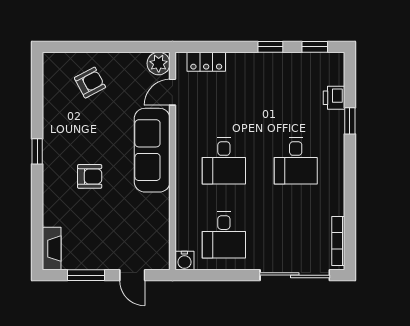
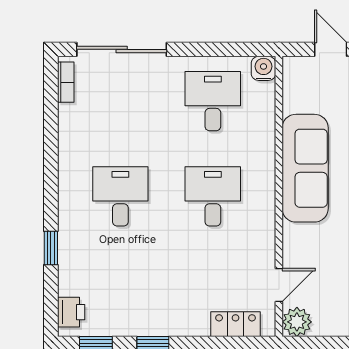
printer: (334, 98) -> (71, 312), moved
sofa: (152, 150) -> (305, 168), moved
bookcase: (338, 241) -> (66, 82), width x0.64

